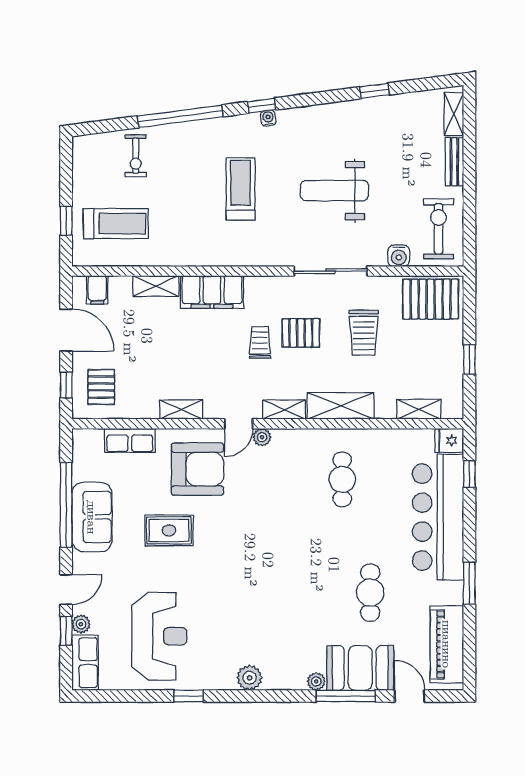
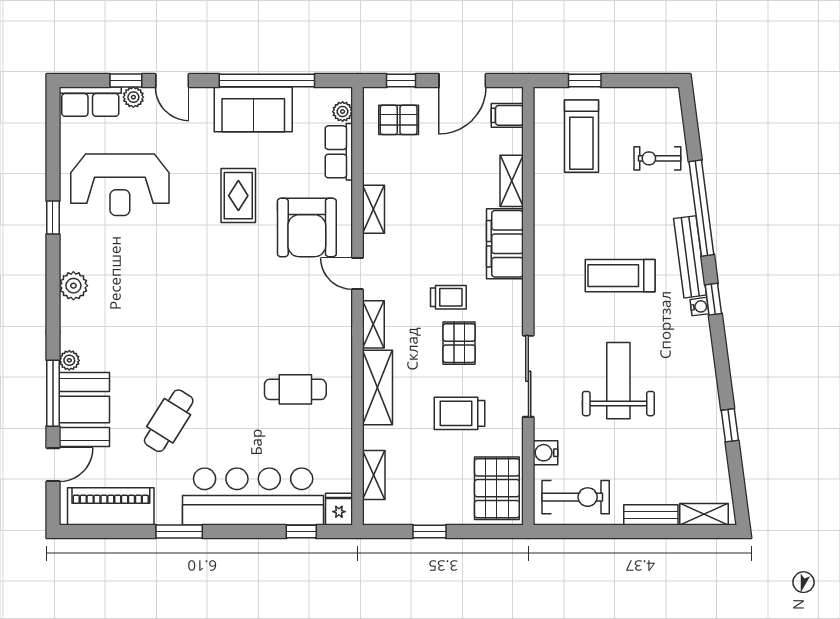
bench: (224, 127) -> (690, 257), added
treadmill: (241, 189) -> (620, 276), turned 180
plant: (262, 437) -> (343, 112), moved
cafe table: (370, 593) -> (169, 421), turned -58

